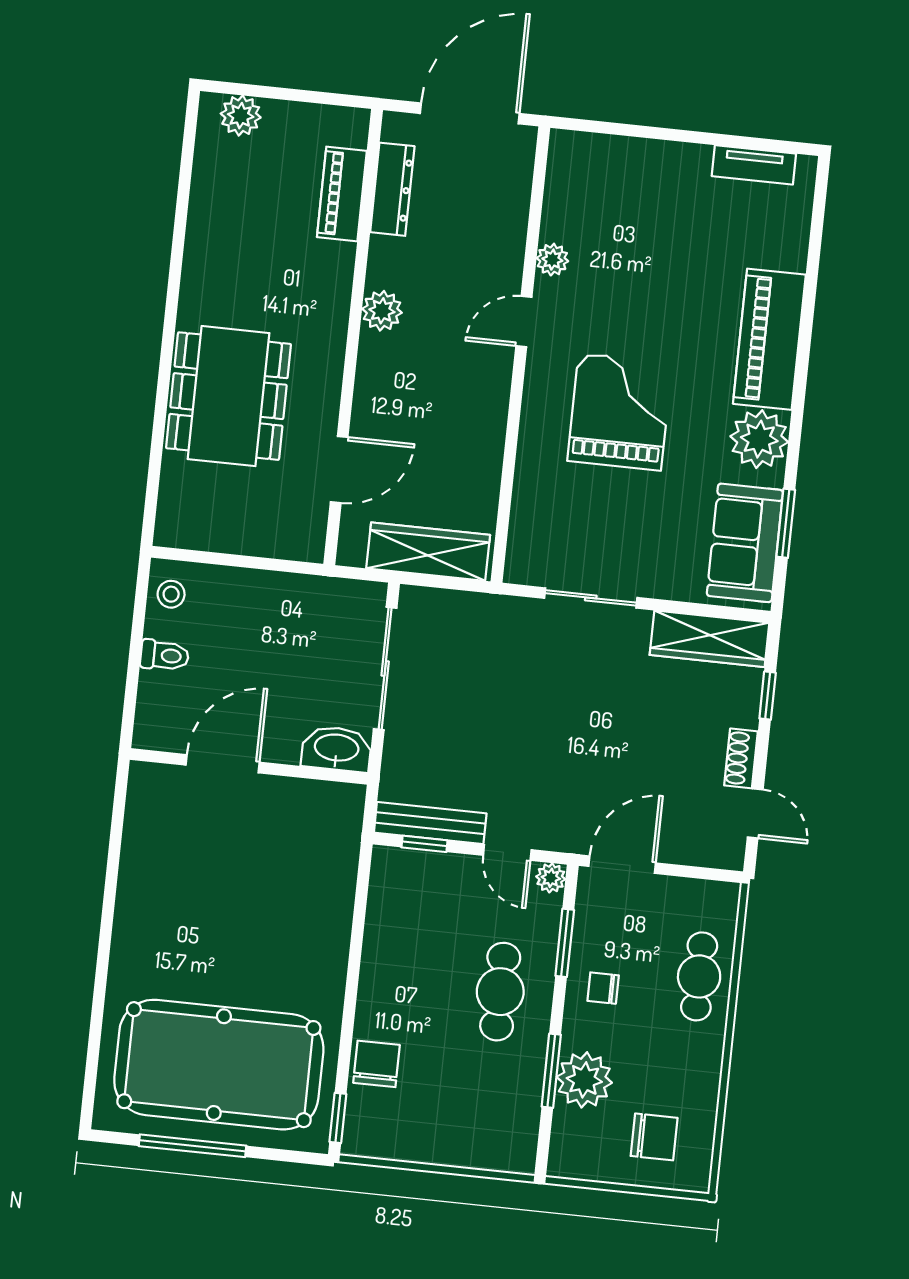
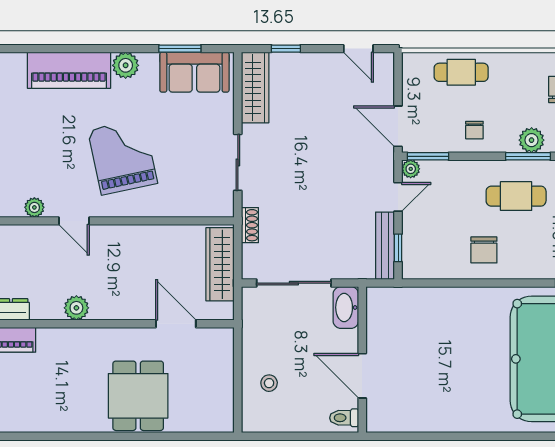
dining table: (228, 396) -> (138, 396), width x0.73
grand piano: (620, 412) -> (123, 157), turned 78
plant: (759, 439) -> (126, 65), width x0.73, depth x0.73
stool: (171, 594) -> (269, 383), moved
toilet: (165, 655) -> (344, 418), moved, turned -90
shoe rack: (741, 758) -> (250, 225), moved, turned -90
door: (755, 813) -> (358, 49), swing flipped
window: (565, 943) -> (428, 156), moved
cafe table: (500, 992) -> (516, 196), moved
chair: (377, 1064) -> (484, 250), moved, turned -90
plant: (584, 1080) -> (532, 140), width x0.73, depth x0.73

